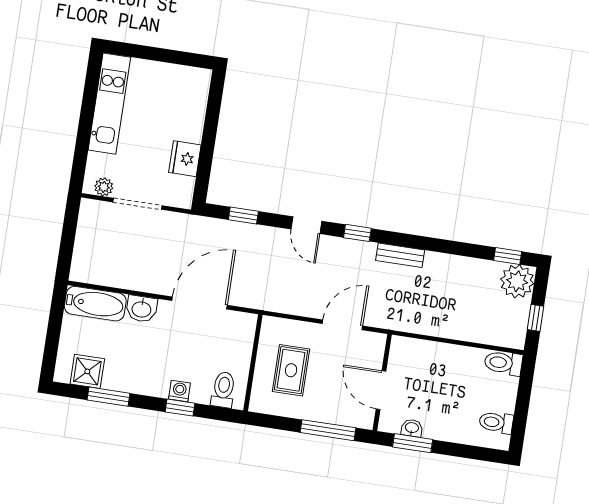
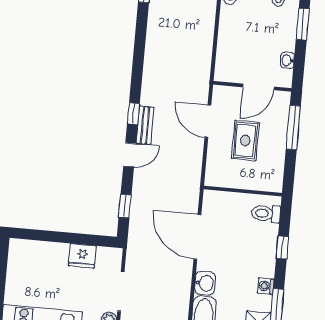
bench: (400, 255) -> (145, 125), moved
rug: (291, 370) -> (245, 140), moved, turned 90
washing machine: (179, 391) -> (266, 286), moved
window: (413, 443) -> (303, 24), moved

